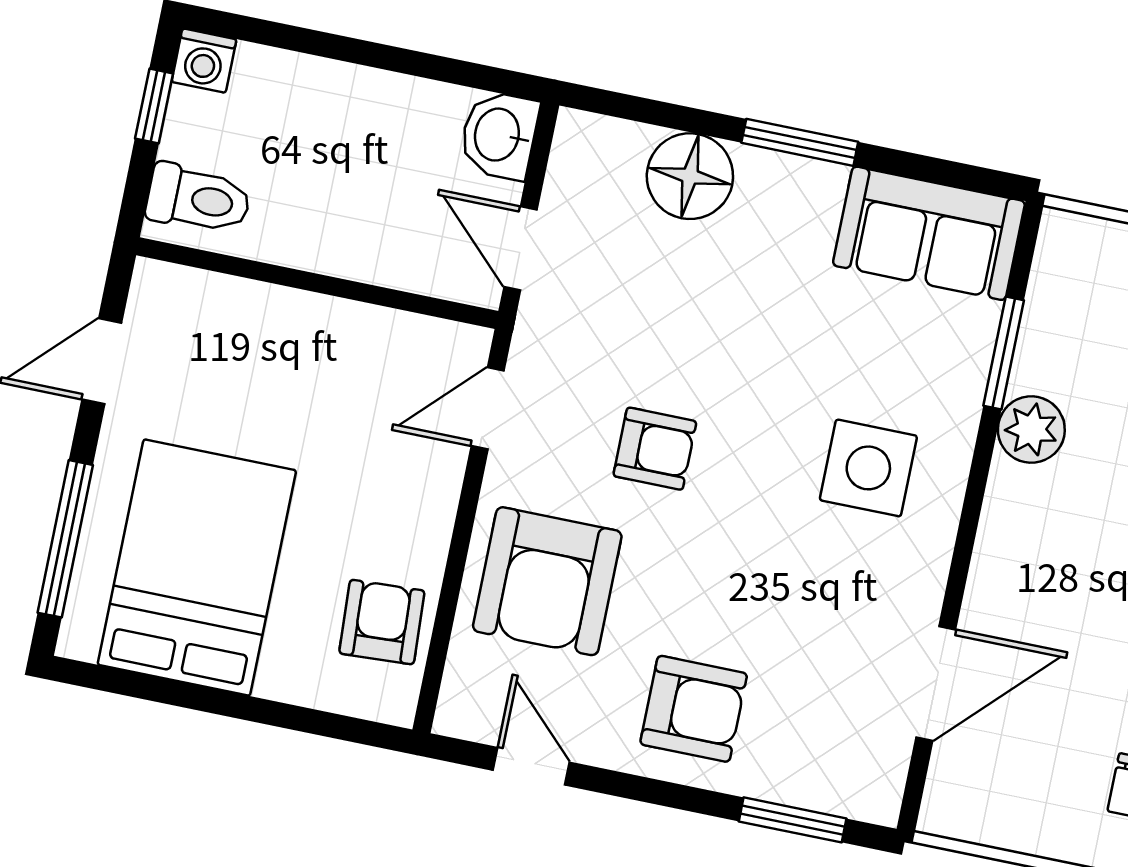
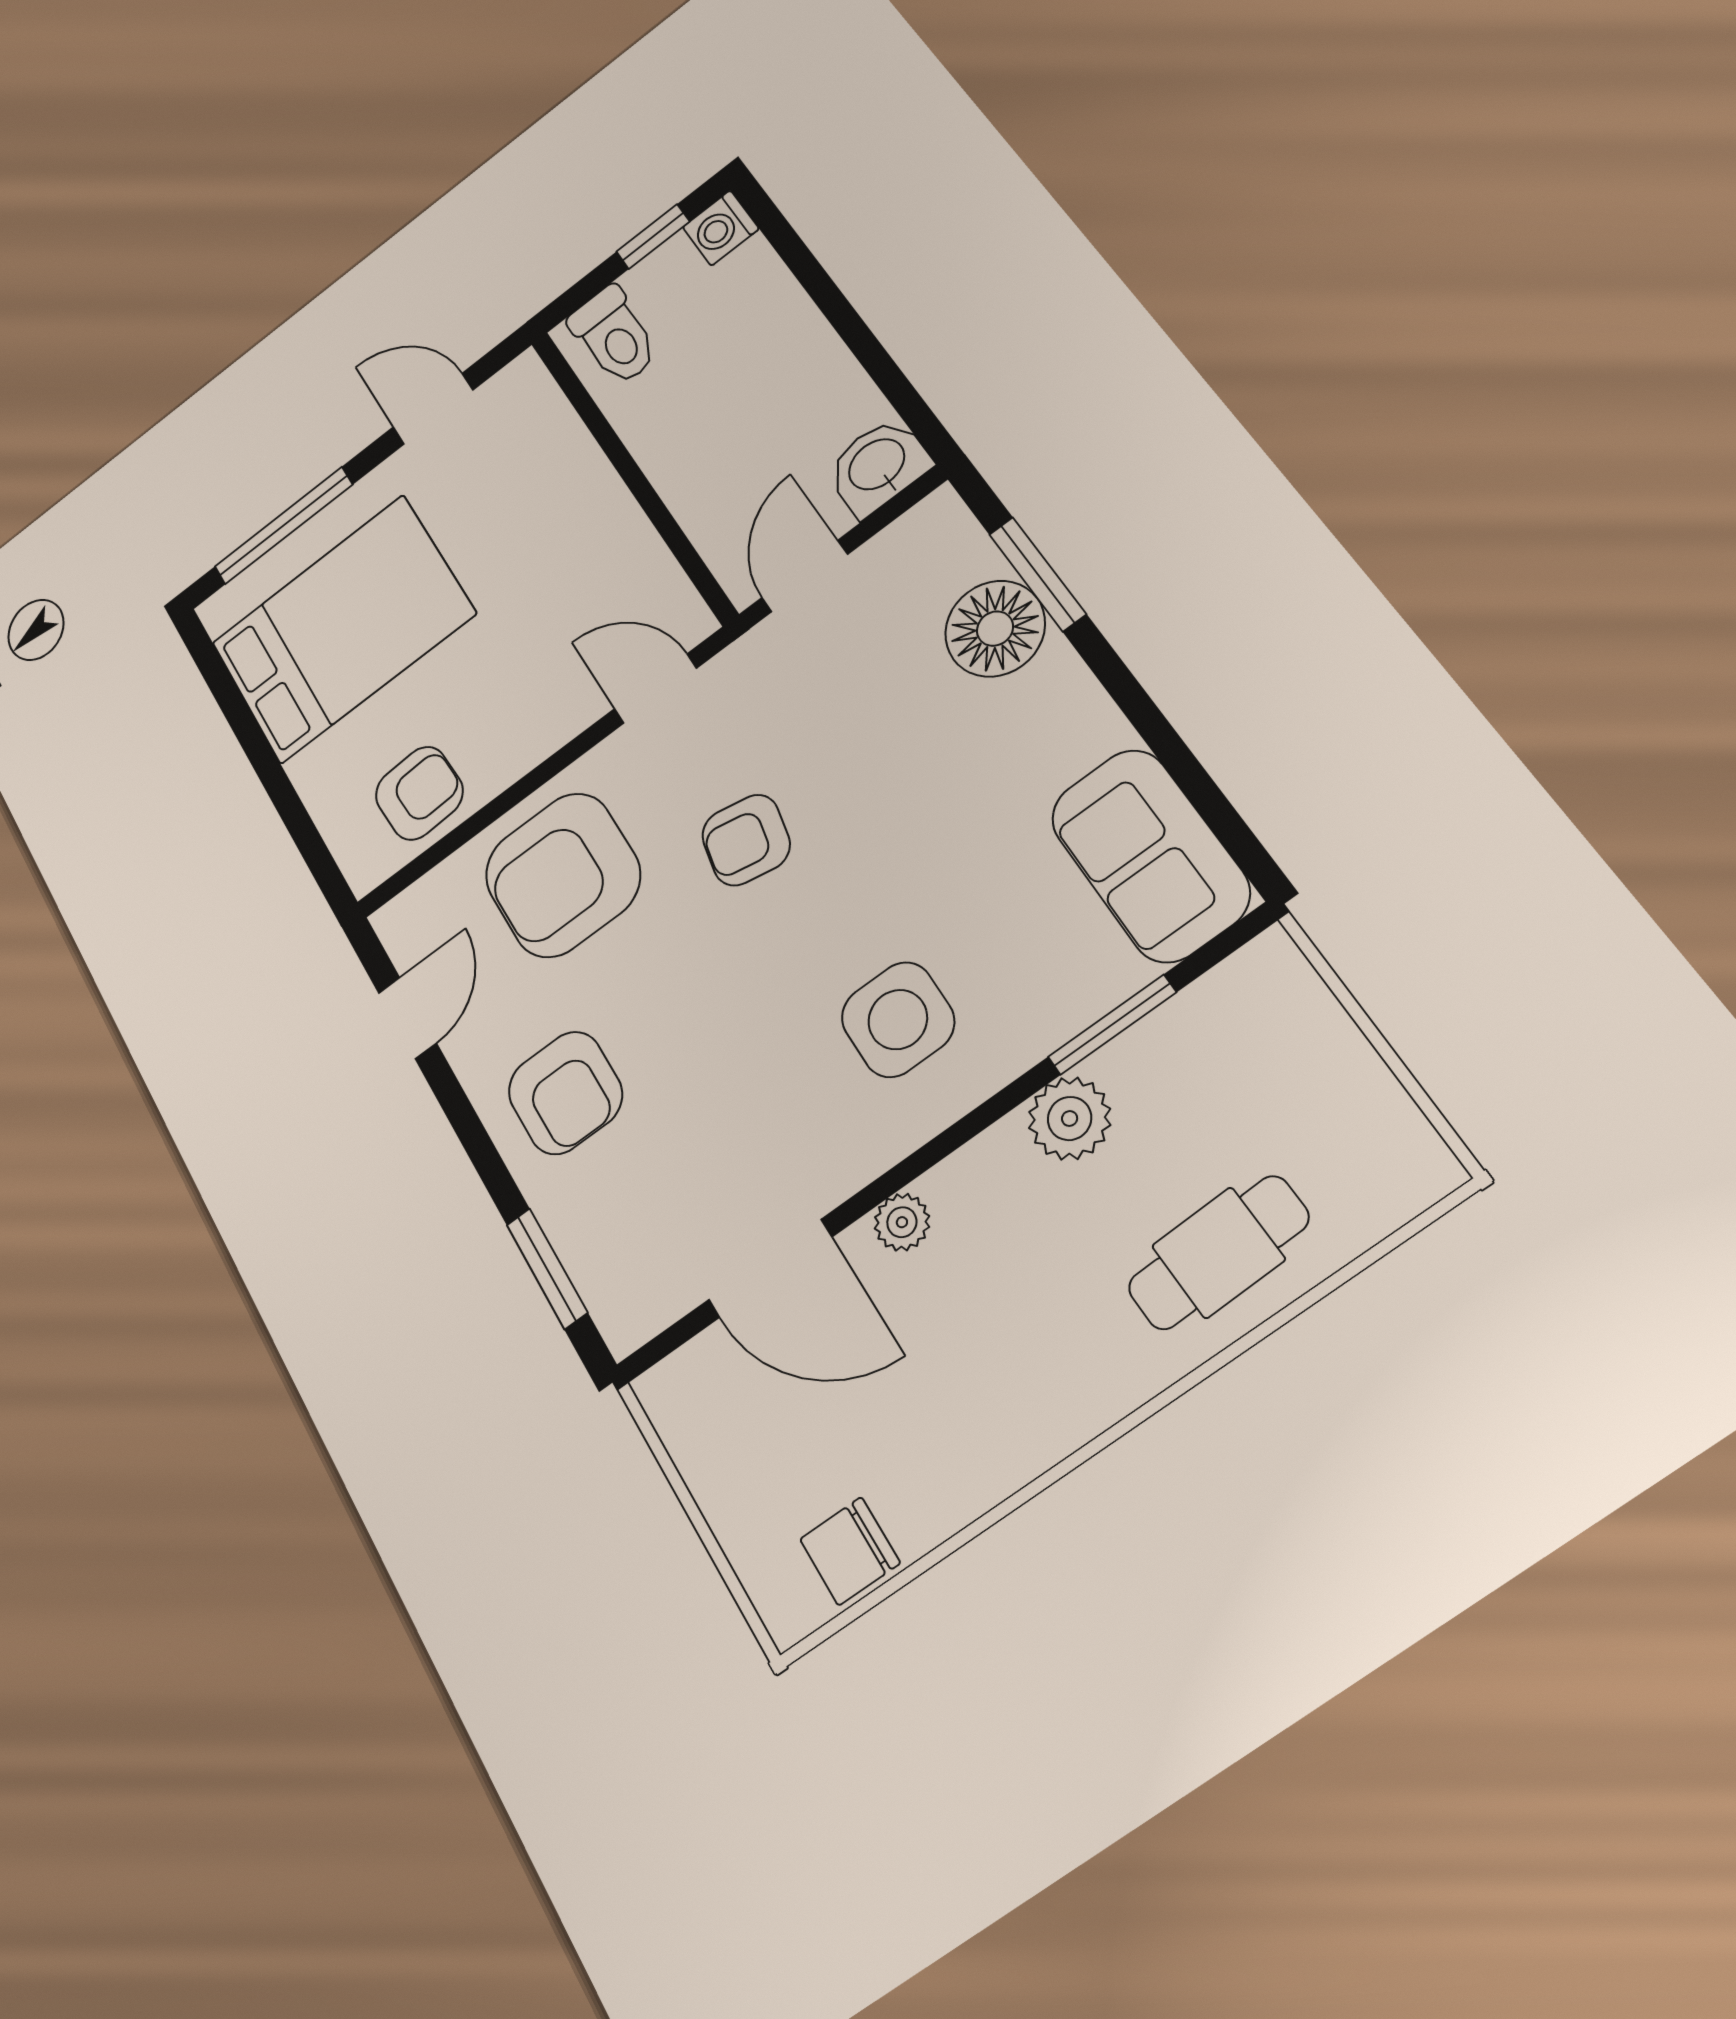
window: (800, 142) -> (1037, 574), moved
armchair: (655, 449) -> (746, 840), turned 101
plant: (990, 581) -> (902, 1222), added

